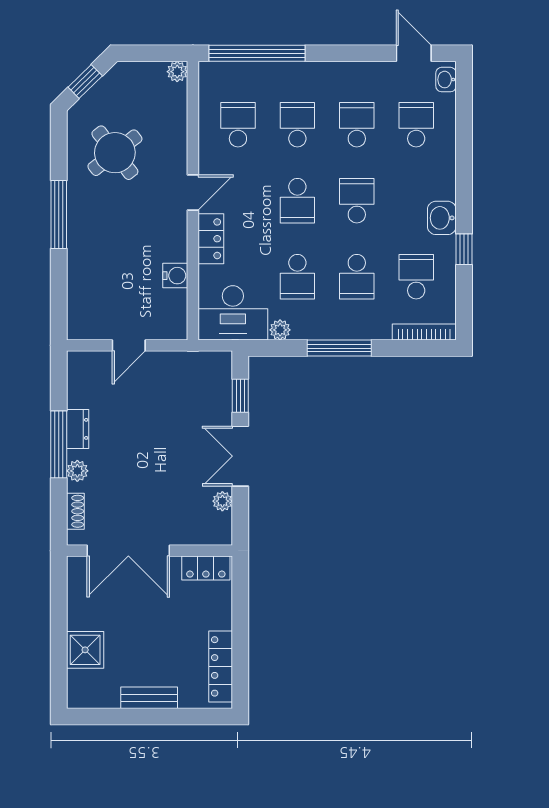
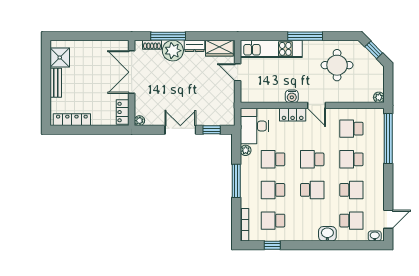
school desk: (238, 125) -> (351, 129), turned 180
school desk: (297, 125) -> (351, 159), turned 180
round table: (115, 153) -> (337, 65), turned 38
washbasin: (442, 218) -> (327, 234), moved
window: (464, 249) -> (272, 245), moved
water cooler: (175, 276) -> (292, 96), moved
school desk: (416, 277) -> (273, 221), turned 180
kitchen unit: (83, 280) -> (271, 49), added
wardrobe: (82, 381) -> (219, 48), added
window: (59, 444) -> (168, 36), moved
plant: (77, 471) -> (173, 51), width x1.88, depth x1.88
plant: (222, 501) -> (139, 121), moved
shower: (85, 650) -> (60, 58), moved

